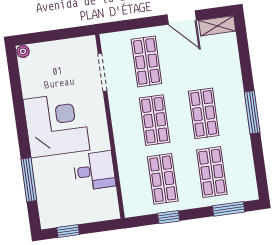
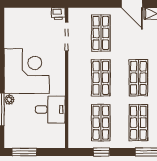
printer: (87, 44) -> (58, 14), added
plant: (23, 51) -> (9, 100), moved
window: (68, 231) -> (24, 152), width x1.50

